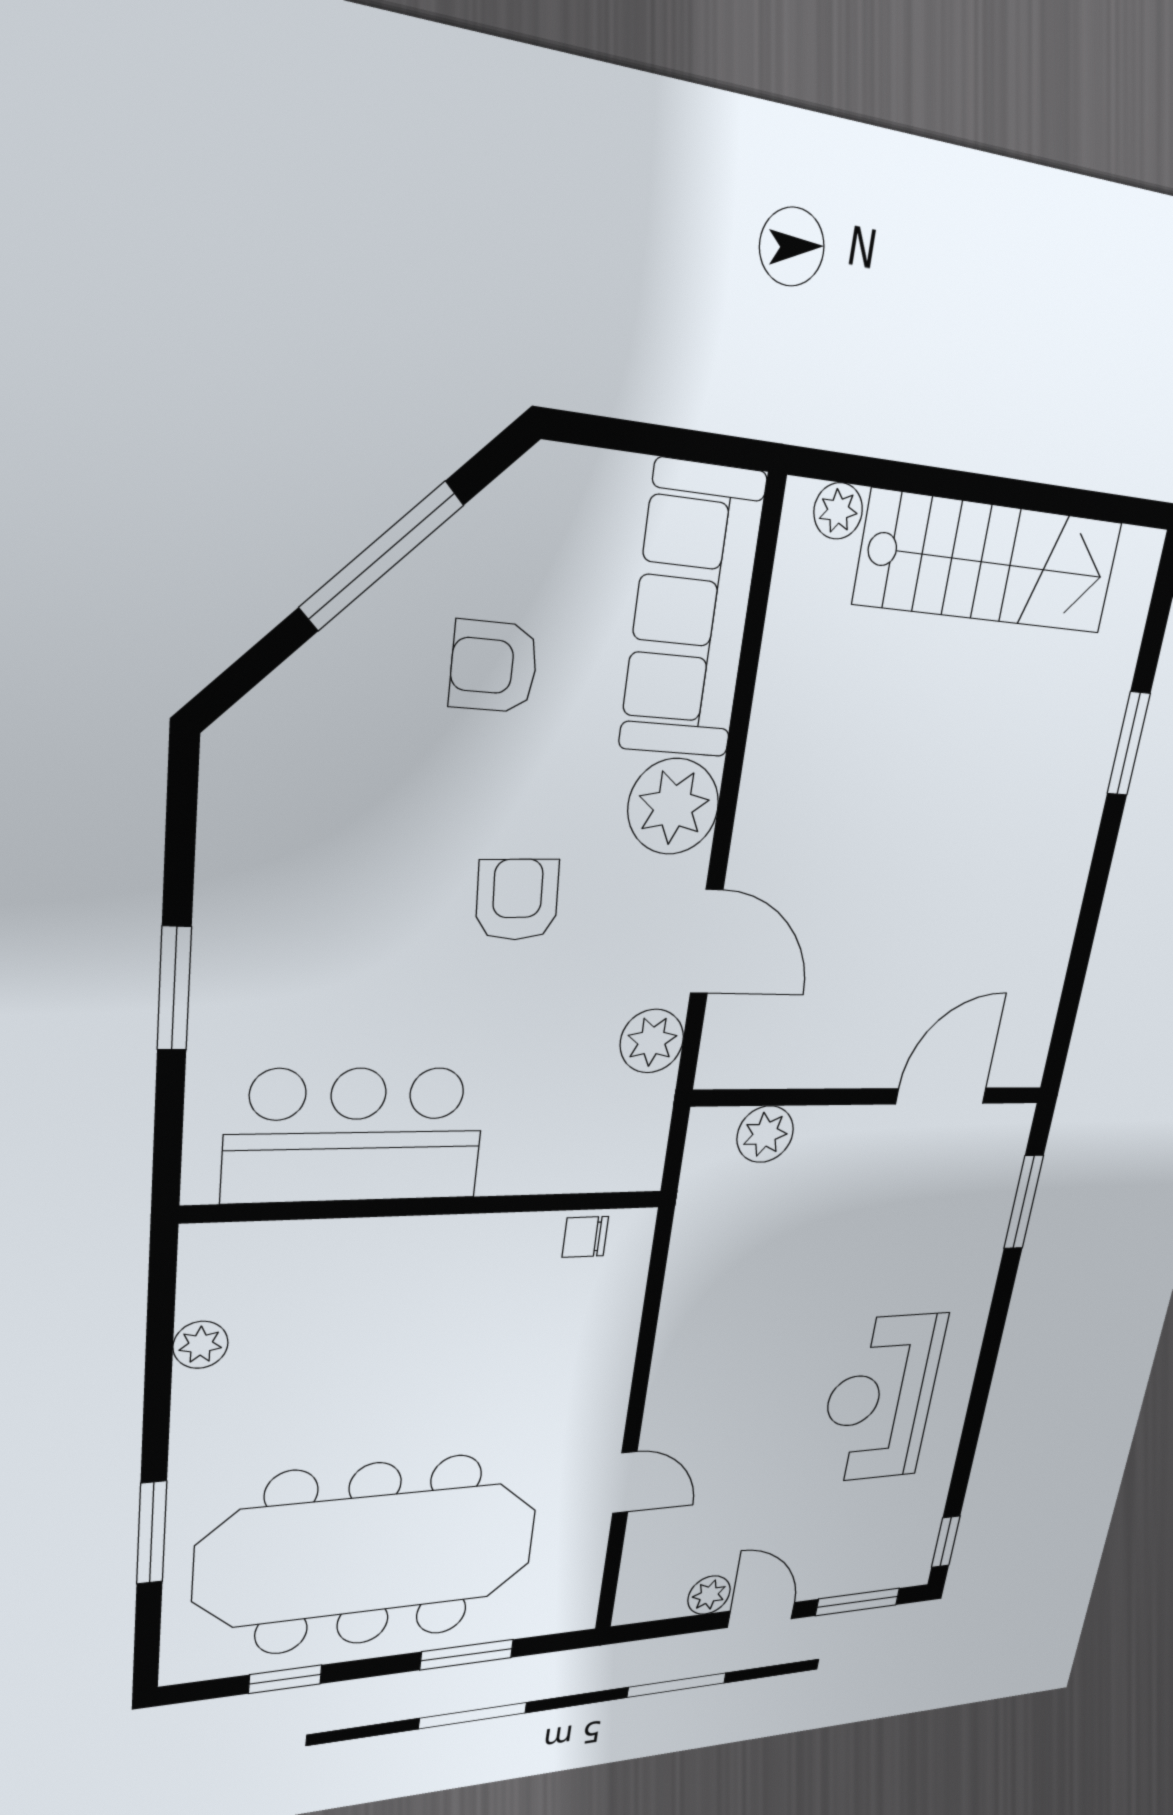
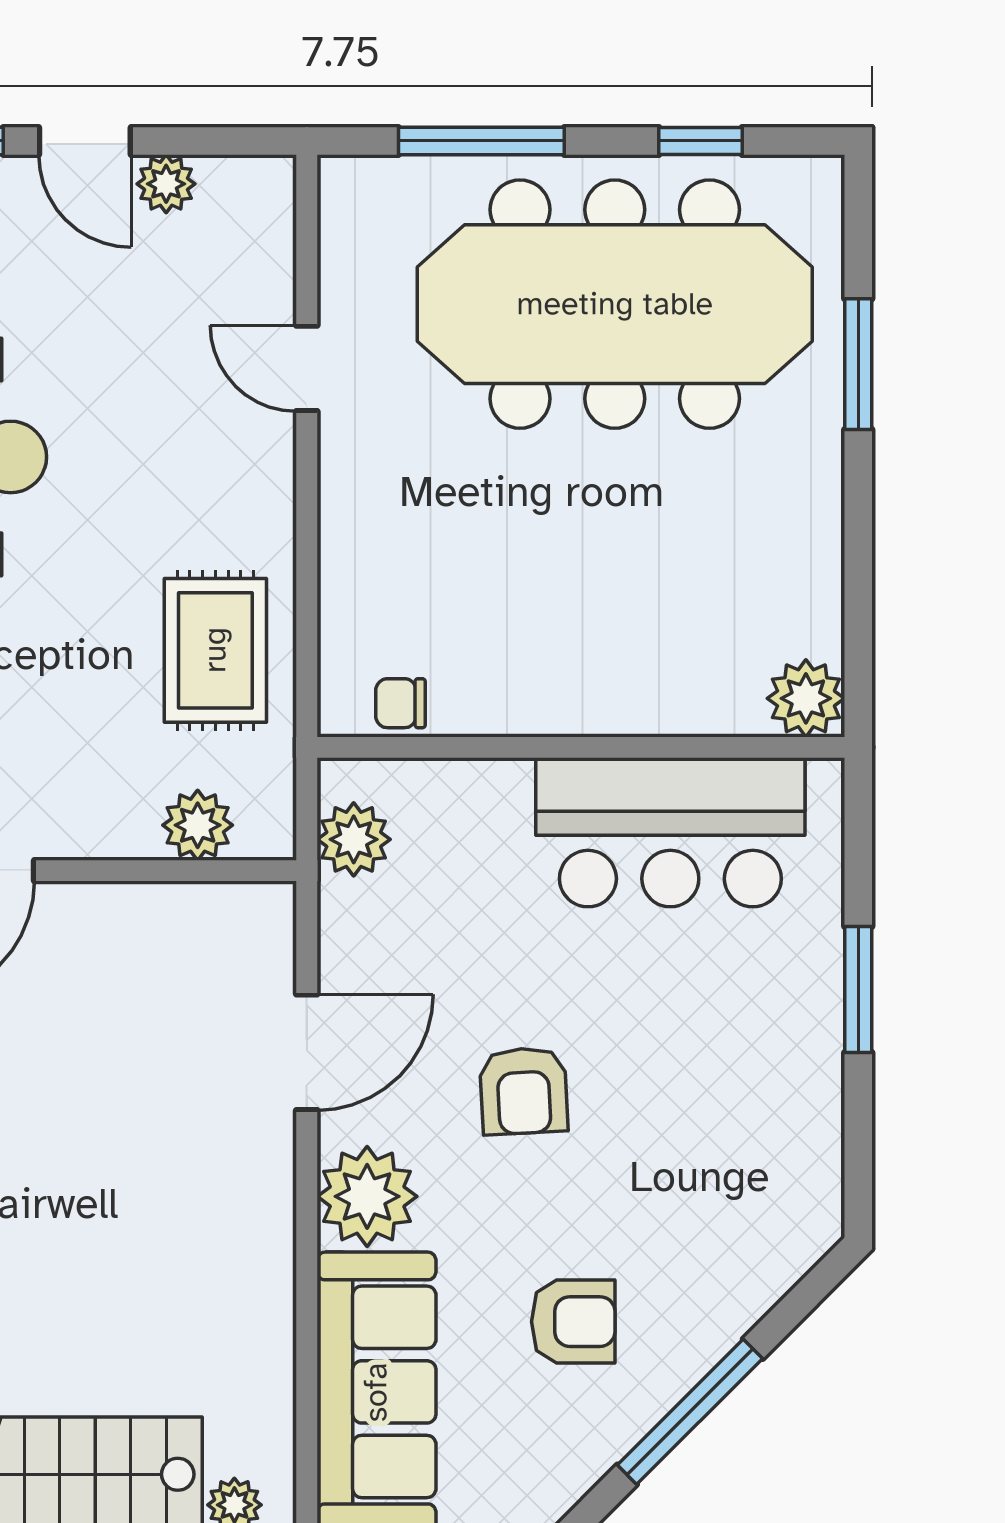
door: (707, 942) -> (307, 1052), swing flipped
plant: (652, 1041) -> (354, 839), moved
chair: (585, 1237) -> (400, 703), turned 180
rug: (728, 1271) -> (215, 650), added
plant: (201, 1345) -> (806, 698), moved, width x1.38, depth x1.38
window: (467, 1655) -> (481, 141), width x1.44

